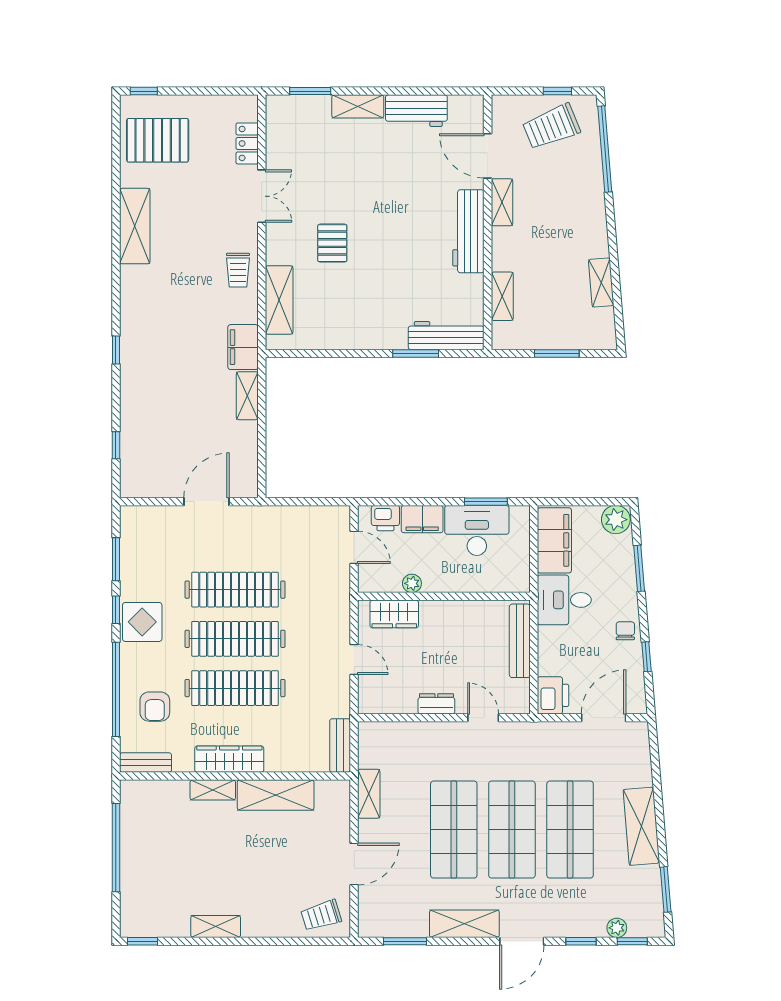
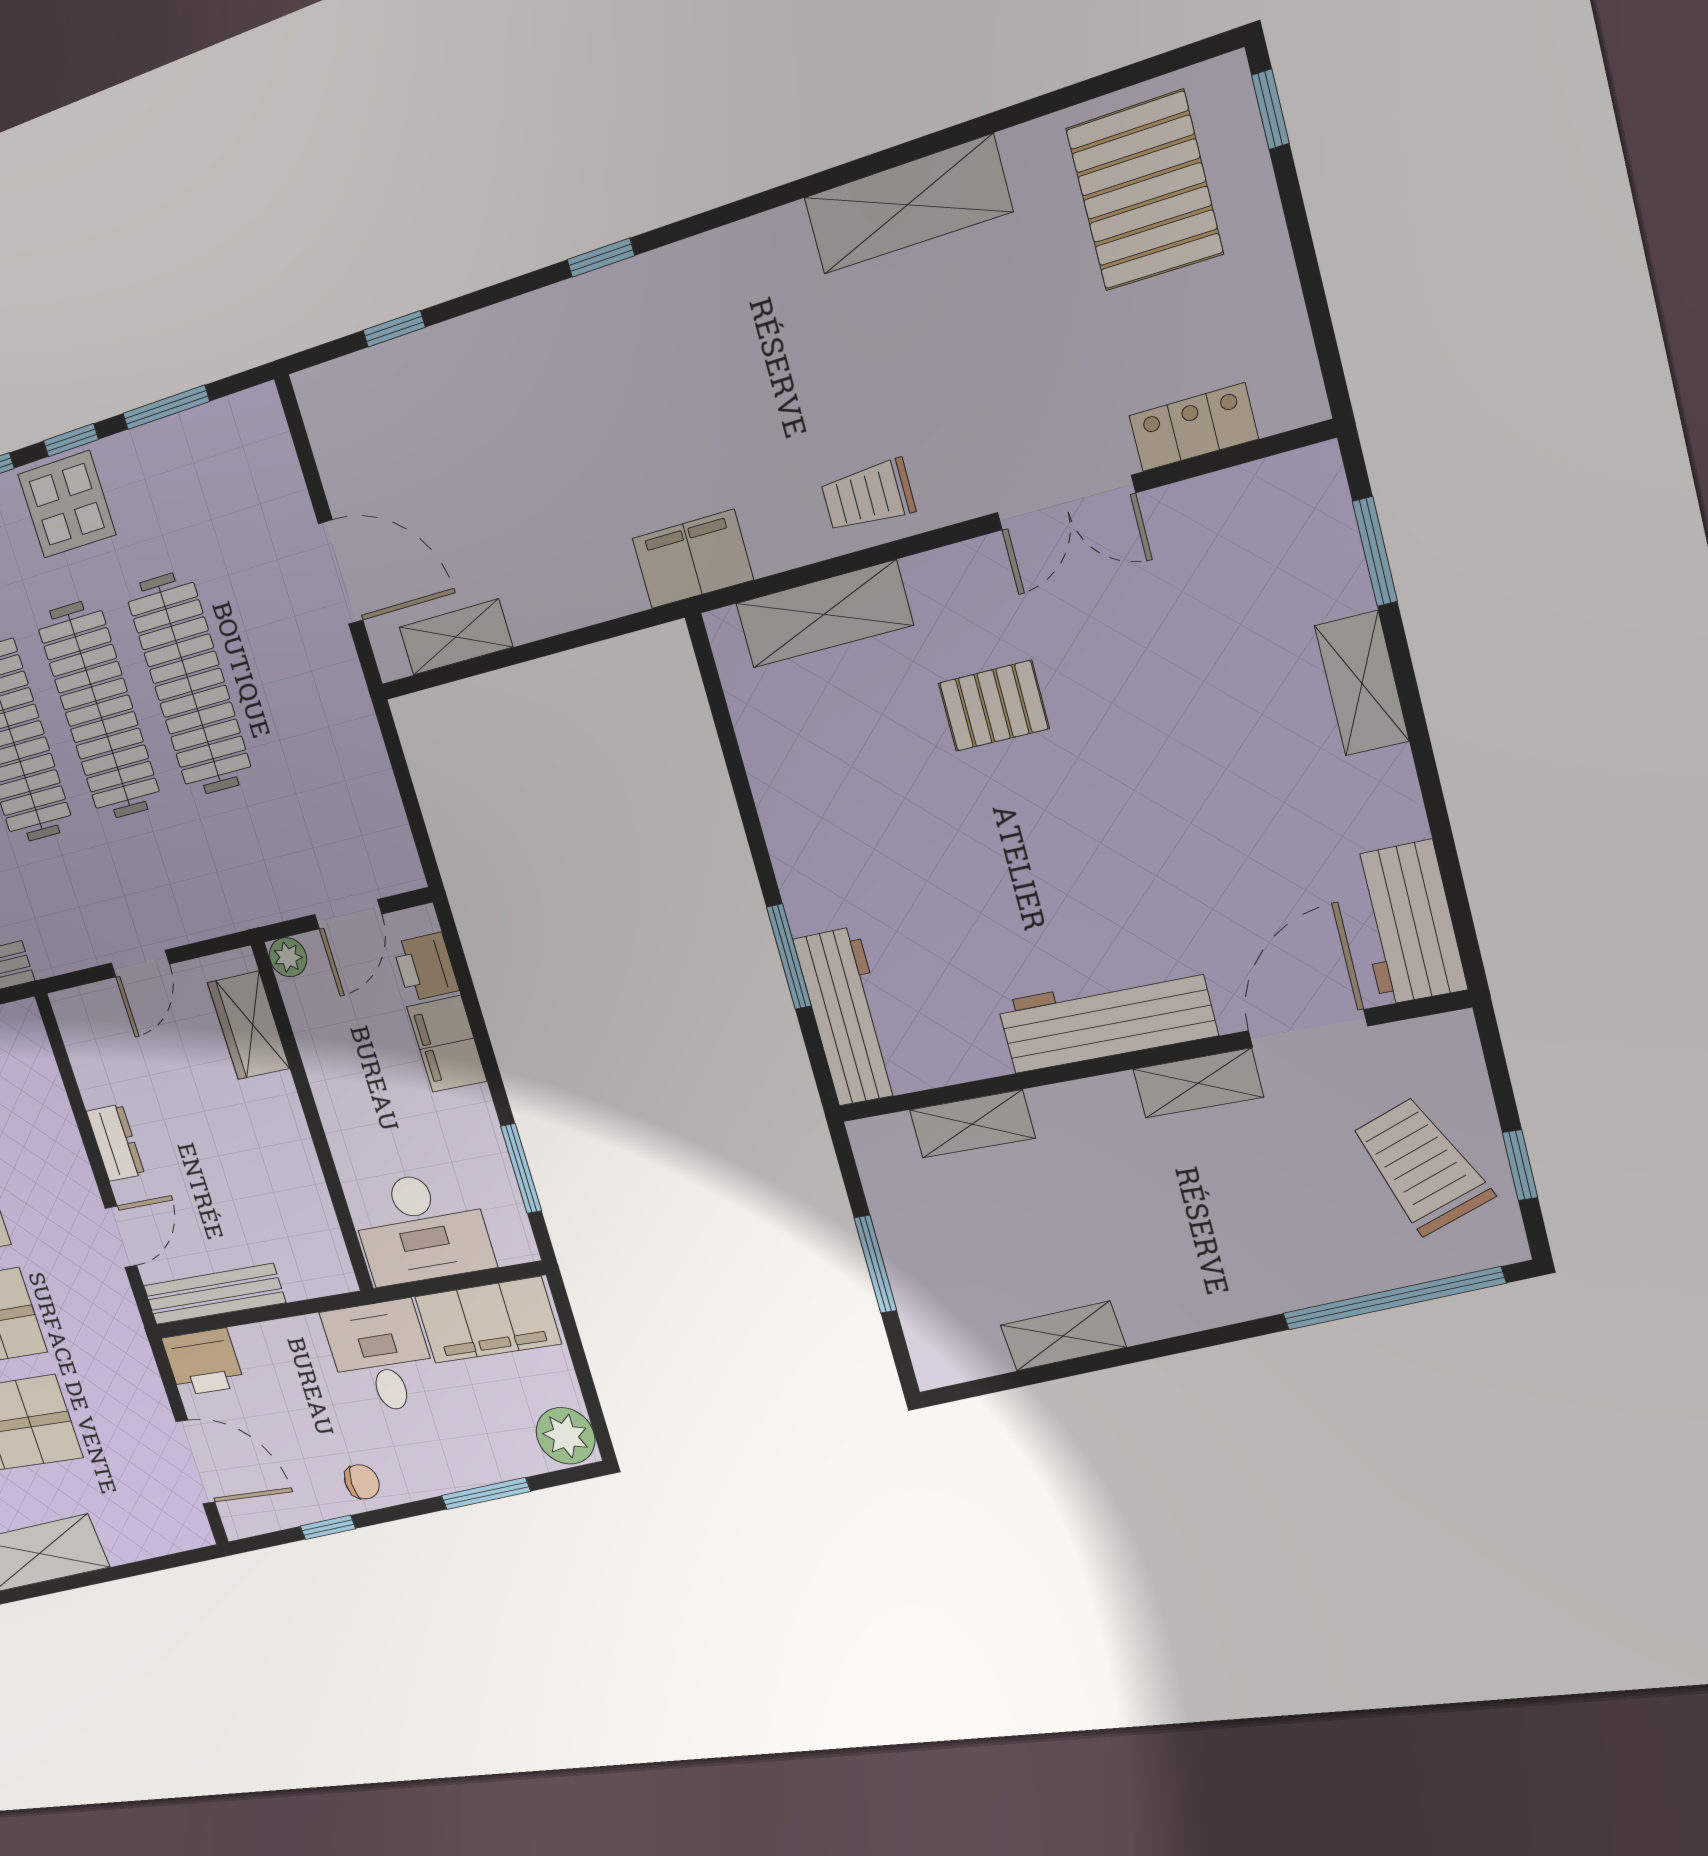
workbench: (416, 111) -> (1407, 923), moved
shelving: (247, 396) -> (456, 637), moved
desk: (477, 530) -> (421, 1228), moved, turned 90
plant: (412, 583) -> (288, 957), moved
bench: (520, 641) -> (214, 1294), moved

